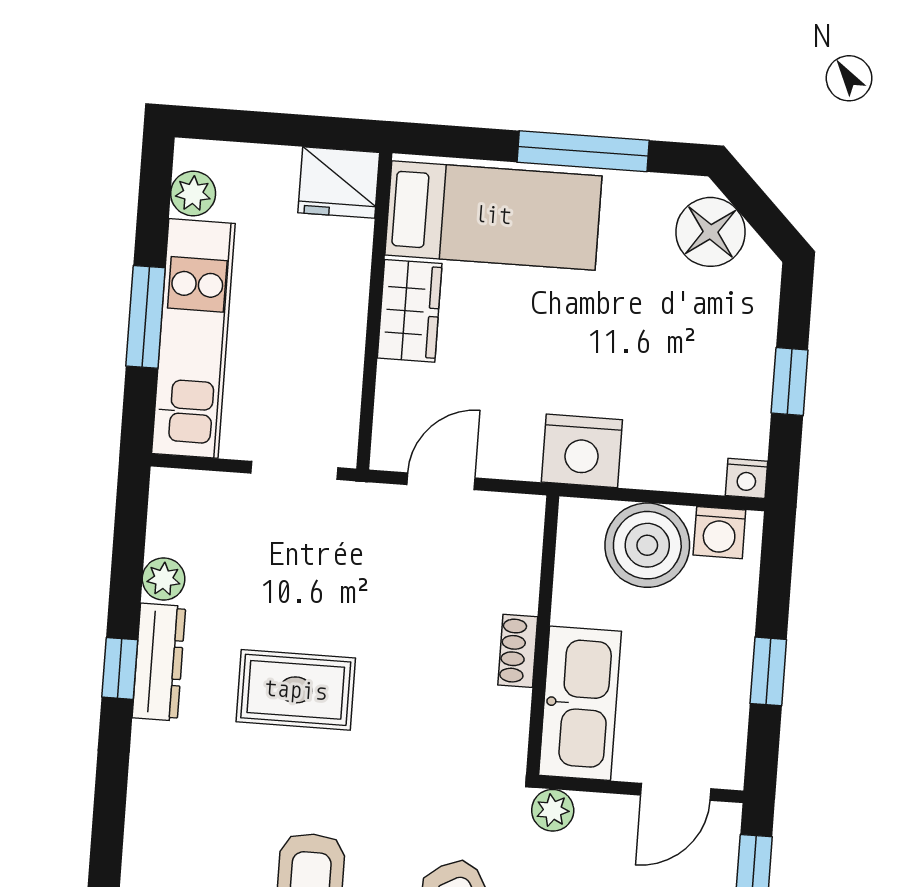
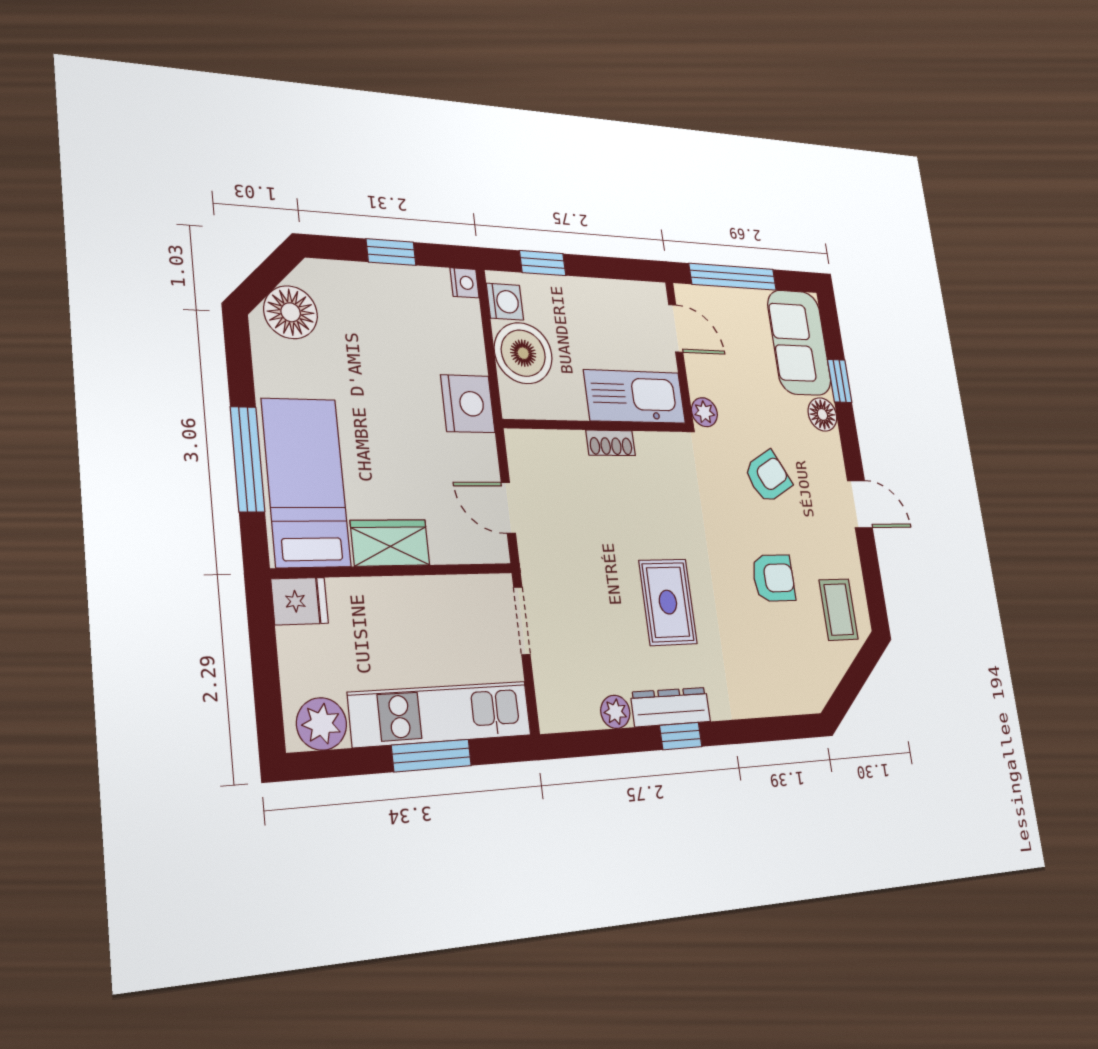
window: (583, 151) -> (247, 459), moved
fridge: (339, 183) -> (300, 601), width x0.72
plant: (193, 194) -> (321, 724), width x1.38, depth x1.38
window: (768, 671) -> (543, 263), moved

